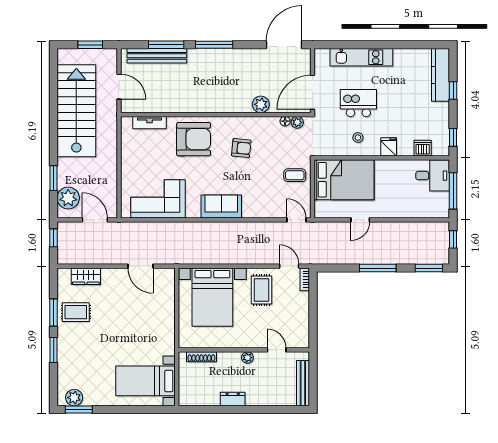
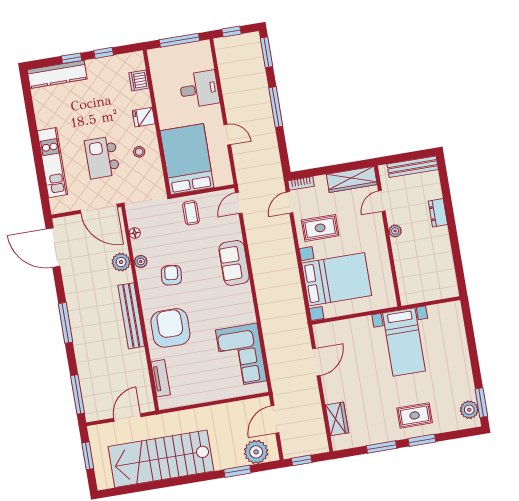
window: (166, 45) -> (77, 394), moved
bench: (157, 56) -> (131, 316), moved
plant: (297, 122) -> (141, 261), moved
window: (453, 137) -> (104, 53), moved
desk: (433, 176) -> (199, 89), moved, turned 90
sofa: (221, 207) -> (234, 263), moved
rug: (76, 312) -> (415, 415), moved, turned 90
wardrobe: (301, 326) -> (352, 179), added
shoe rack: (201, 357) -> (403, 280), removed
bed with nightstands: (145, 381) -> (404, 342), moved
dresser: (233, 399) -> (438, 213), moved

